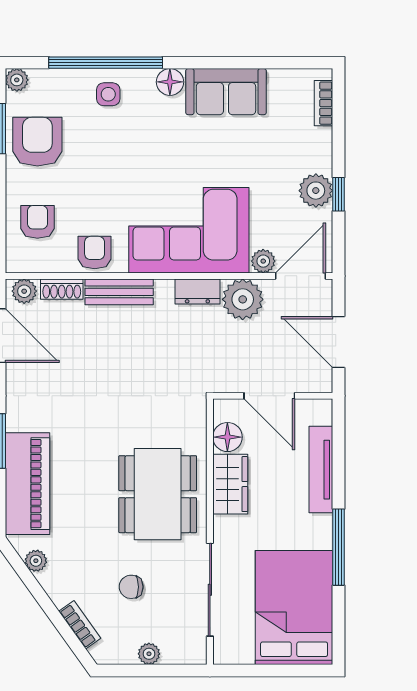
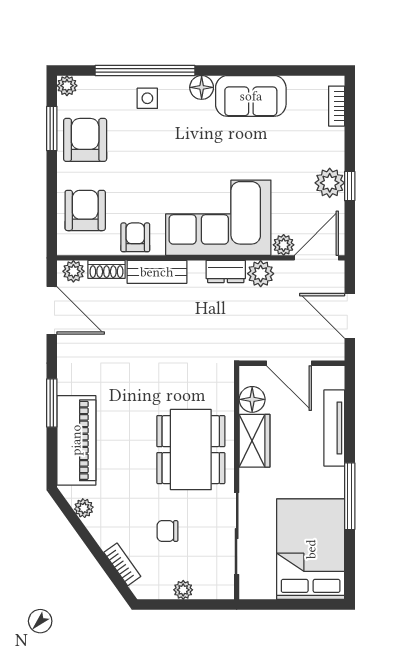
armchair: (37, 222) -> (85, 210), width x1.38, depth x1.38
plant: (243, 299) -> (261, 274), width x0.73, depth x0.73

